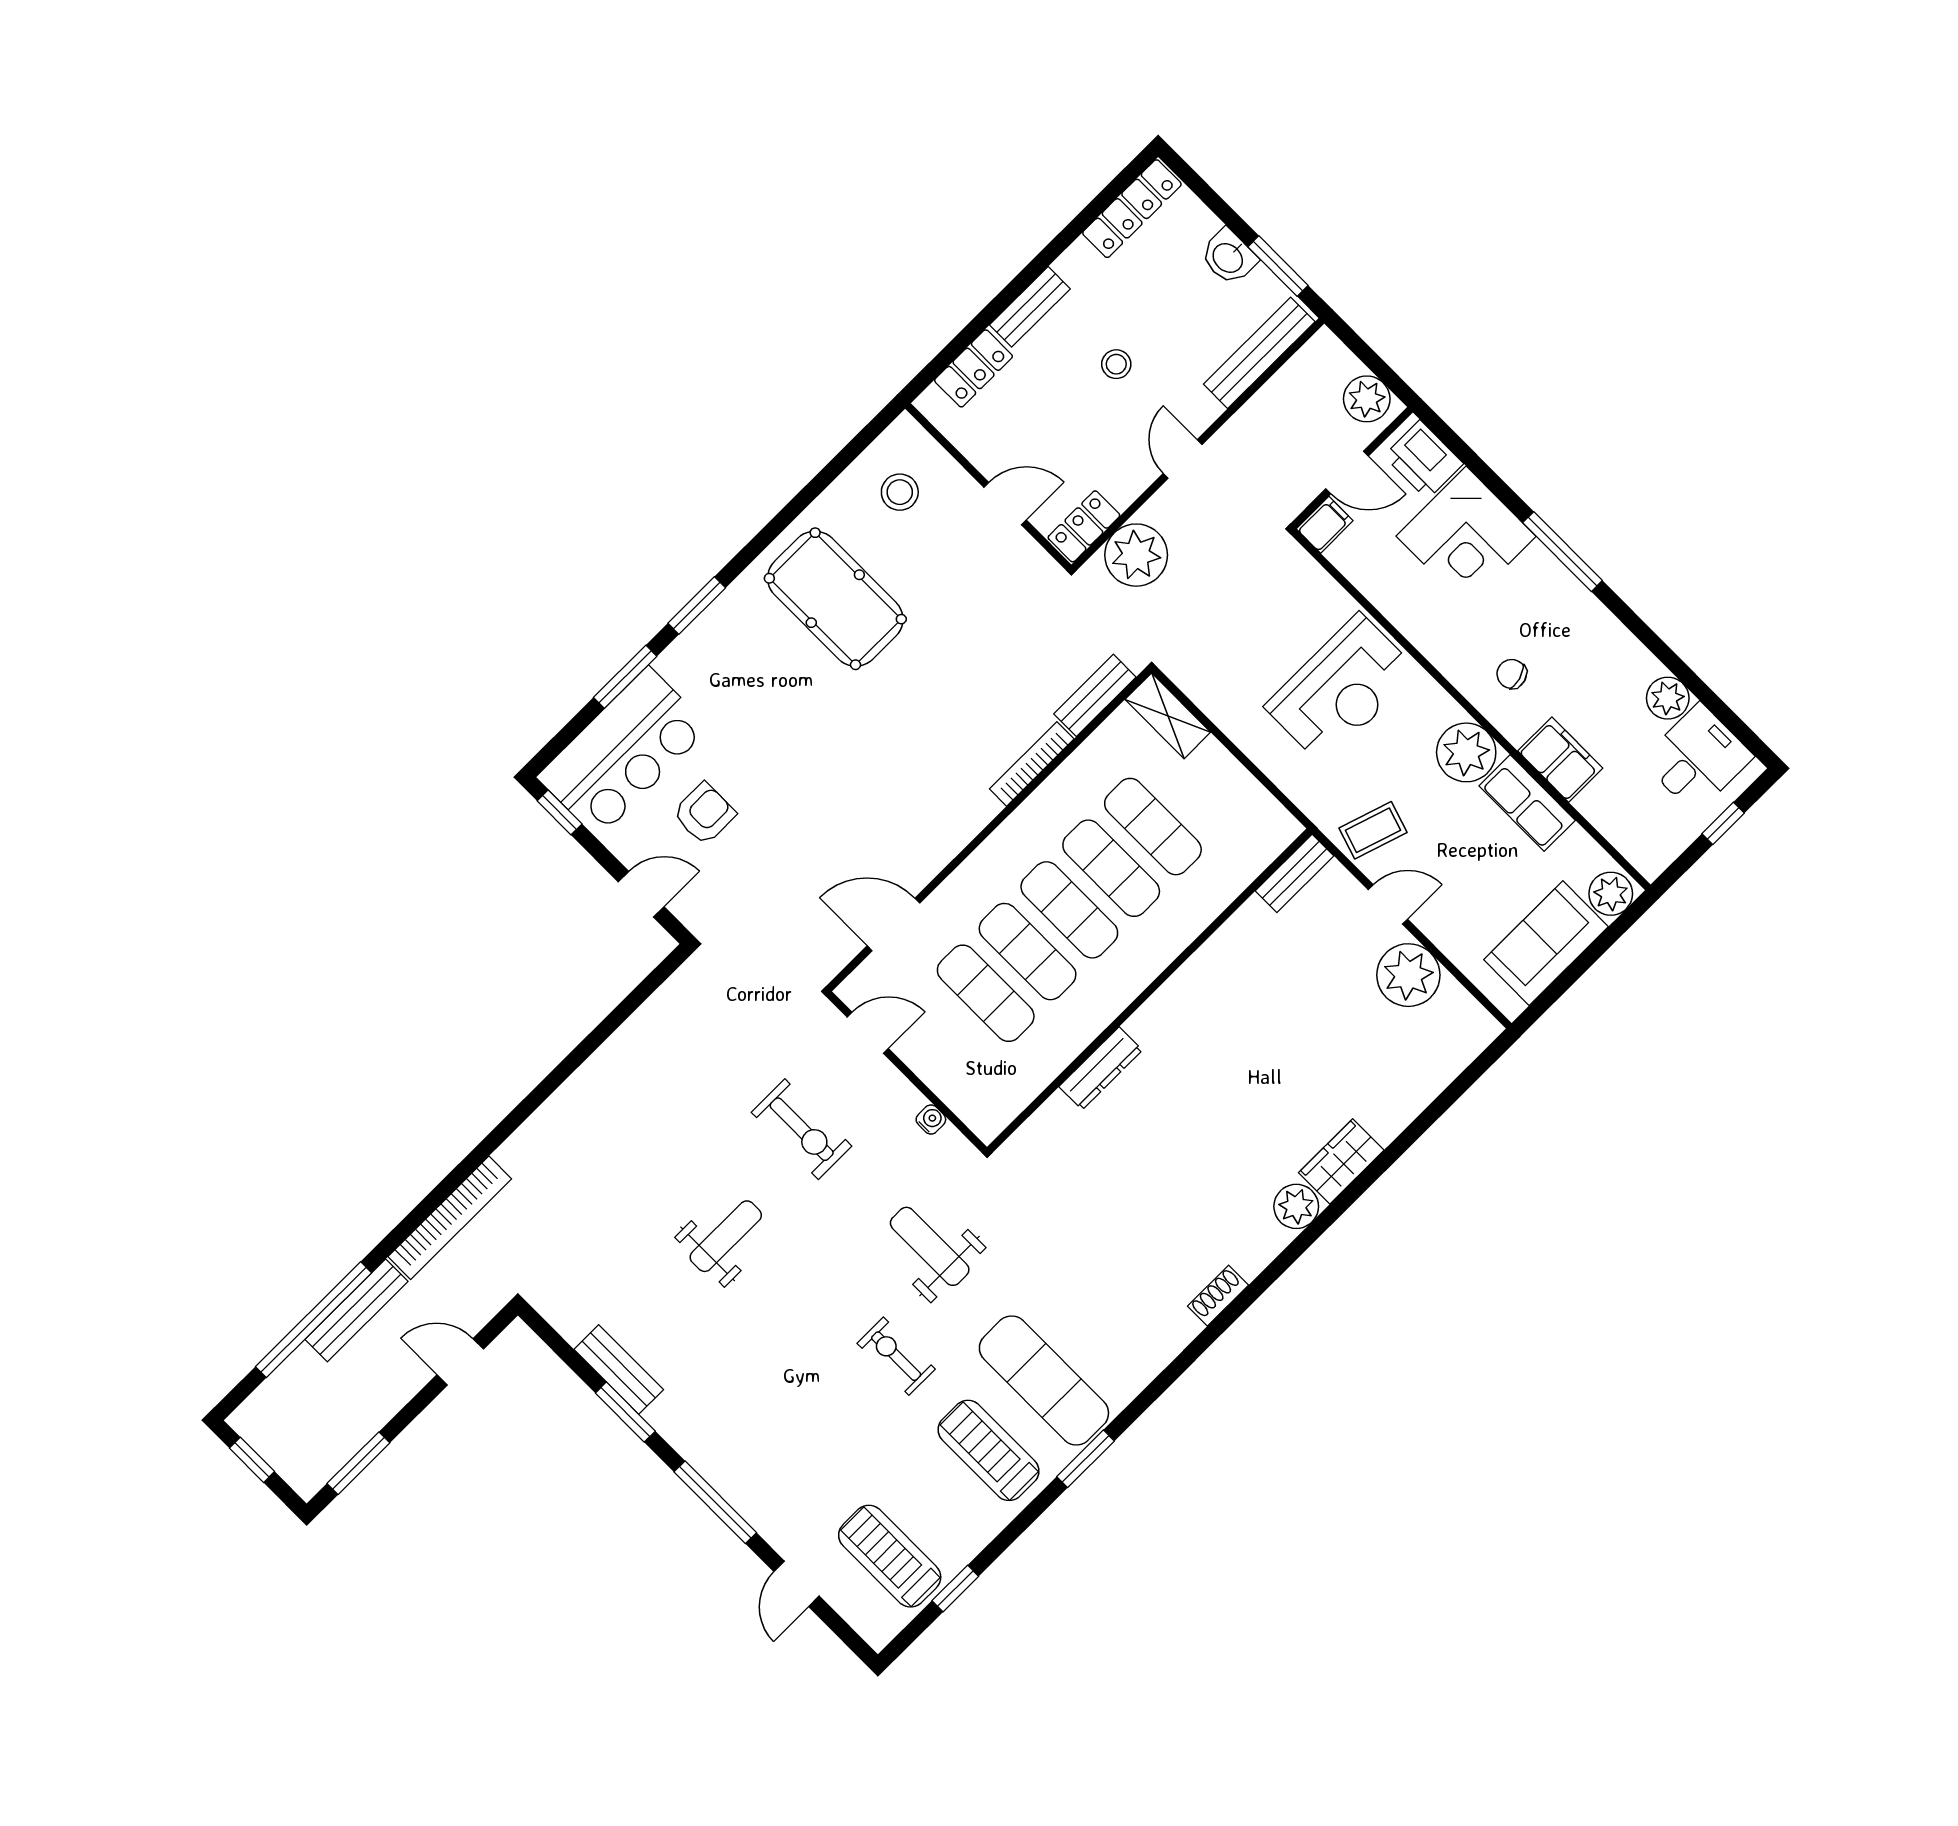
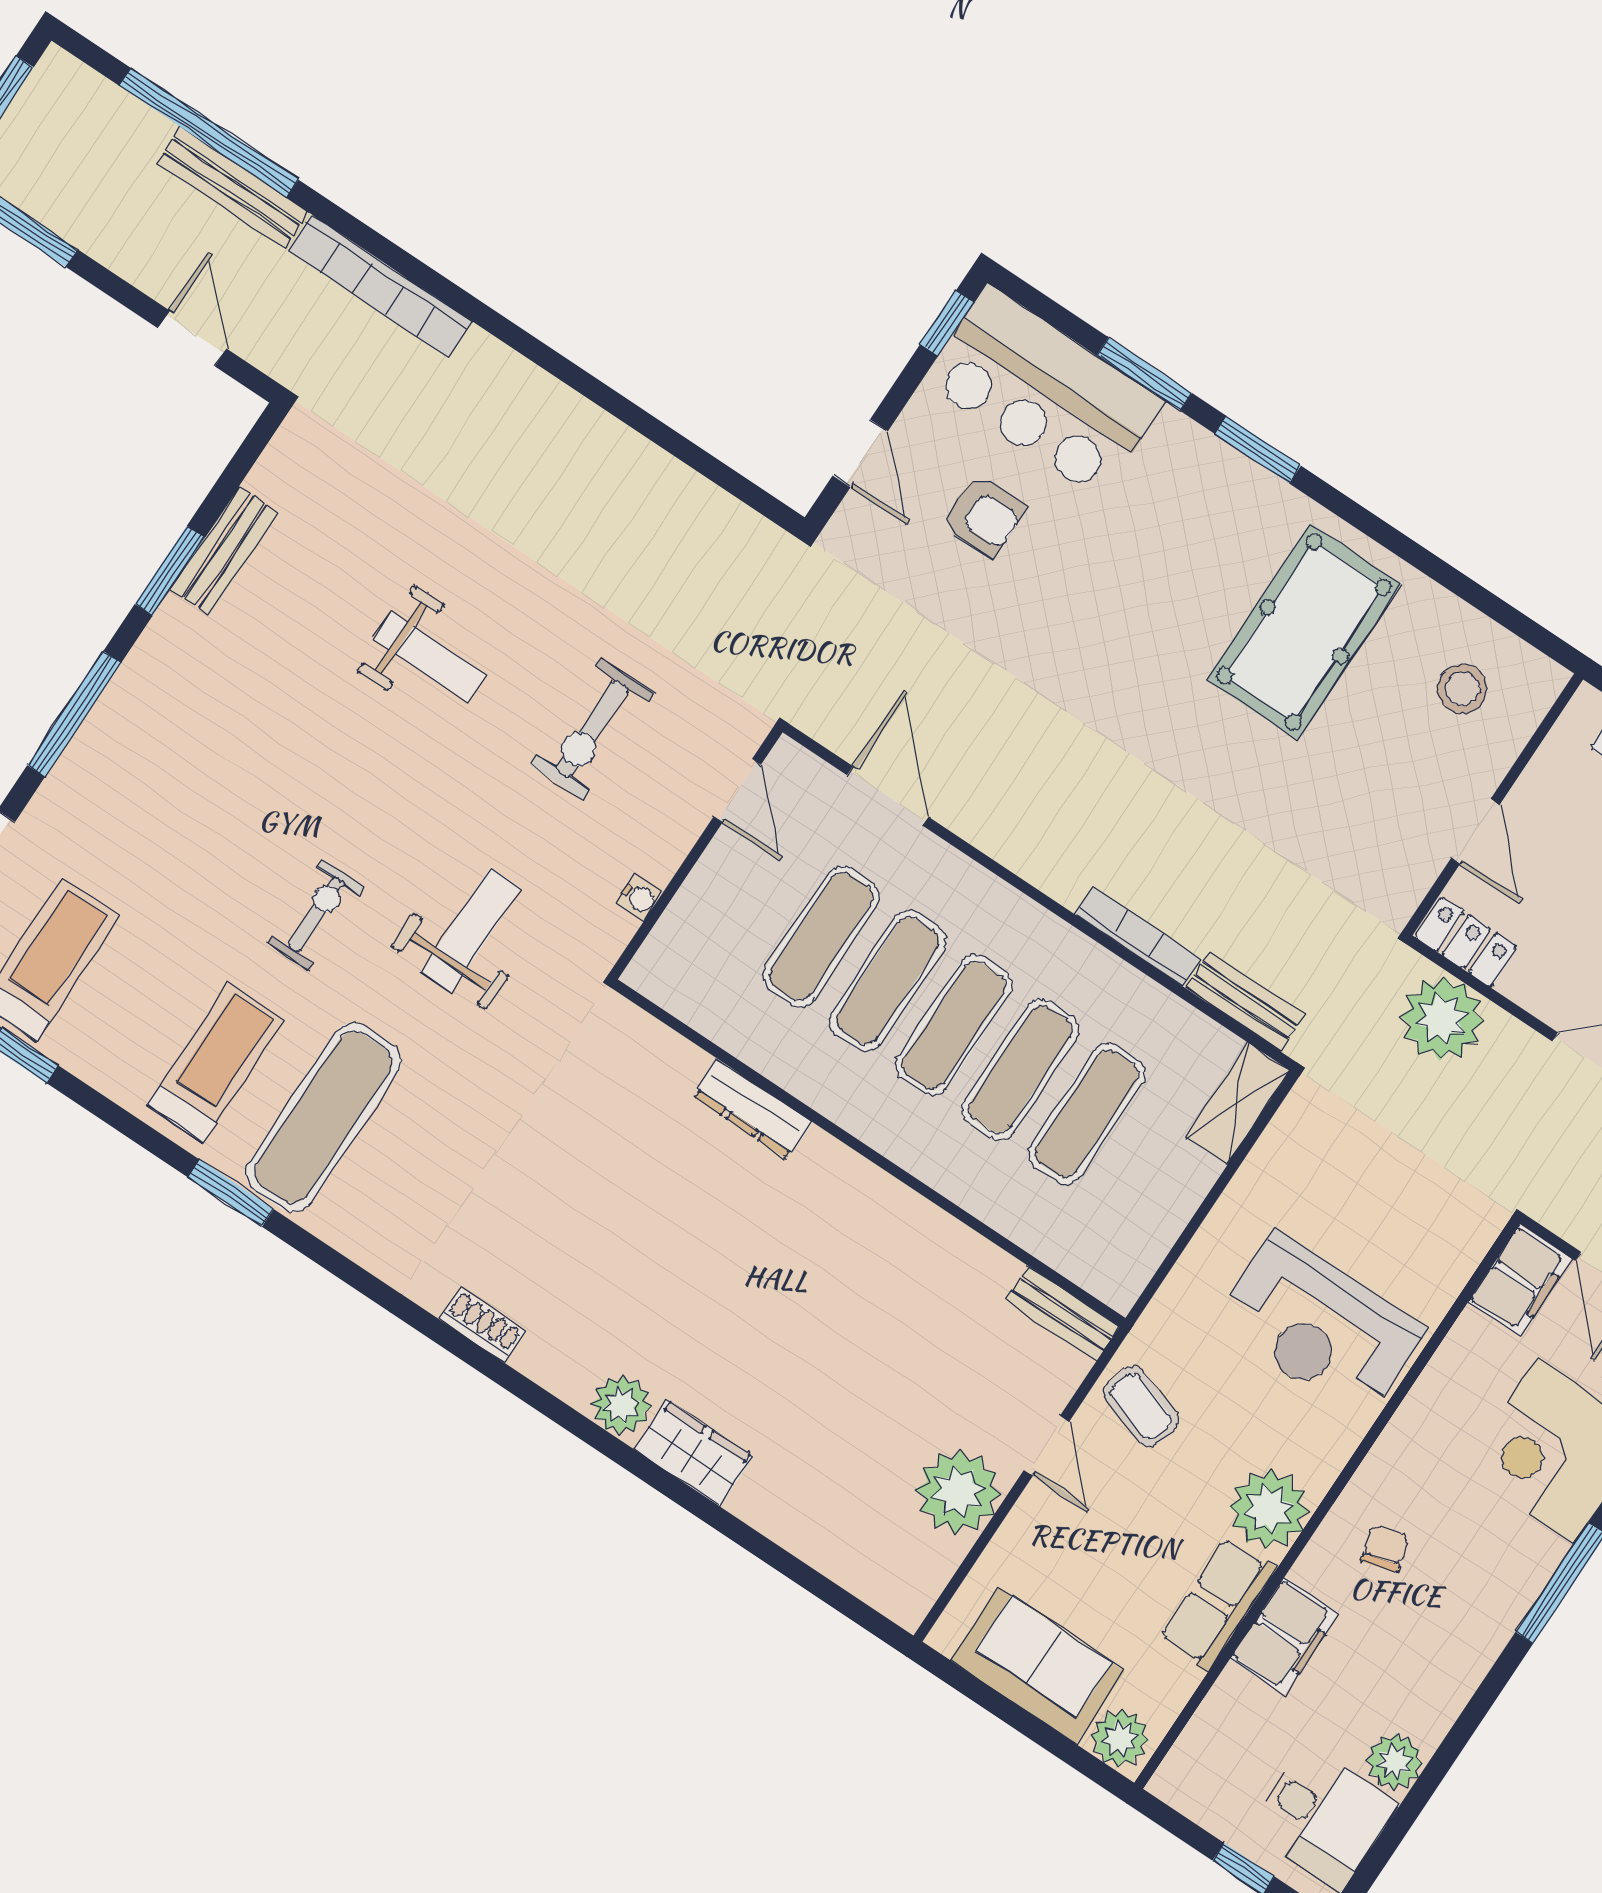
filing cabinet: (1325, 525) -> (1520, 1280), width x2.00

